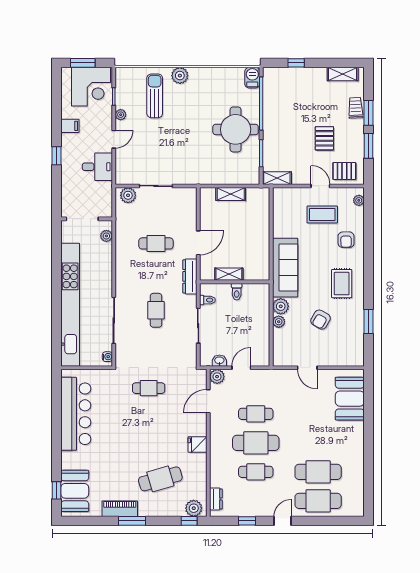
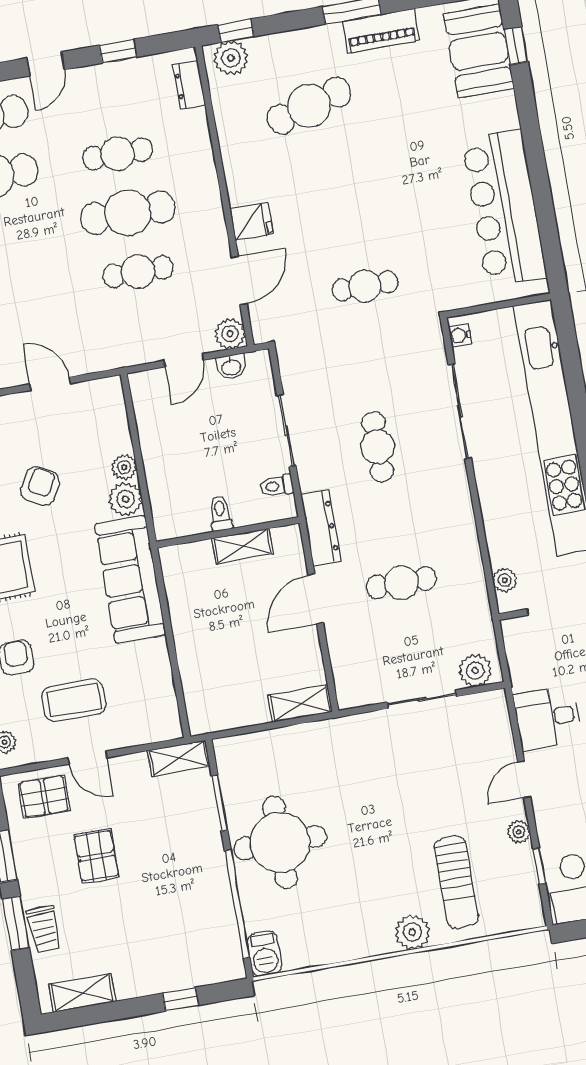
shelving: (231, 194) -> (300, 704), moved
fridge: (197, 444) -> (252, 221), moved

